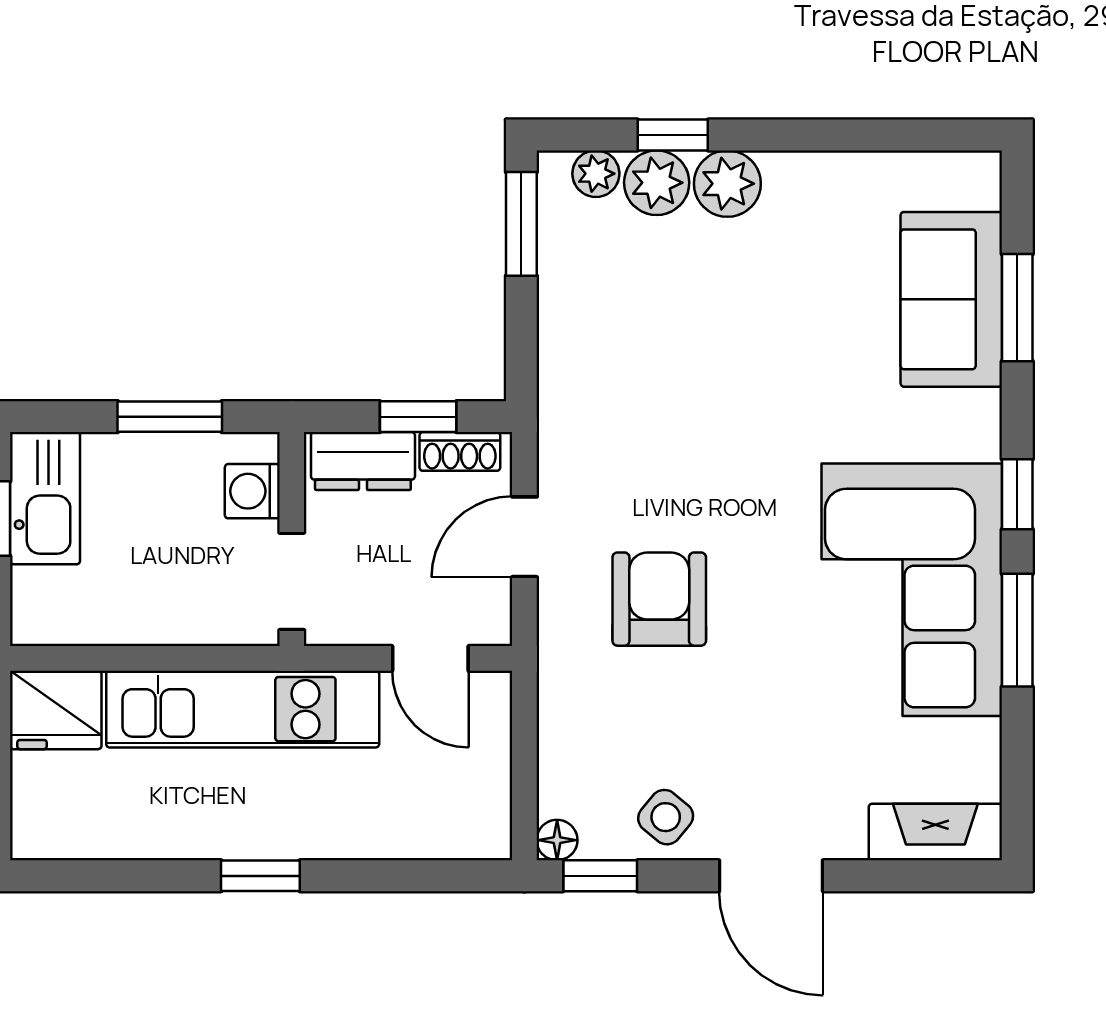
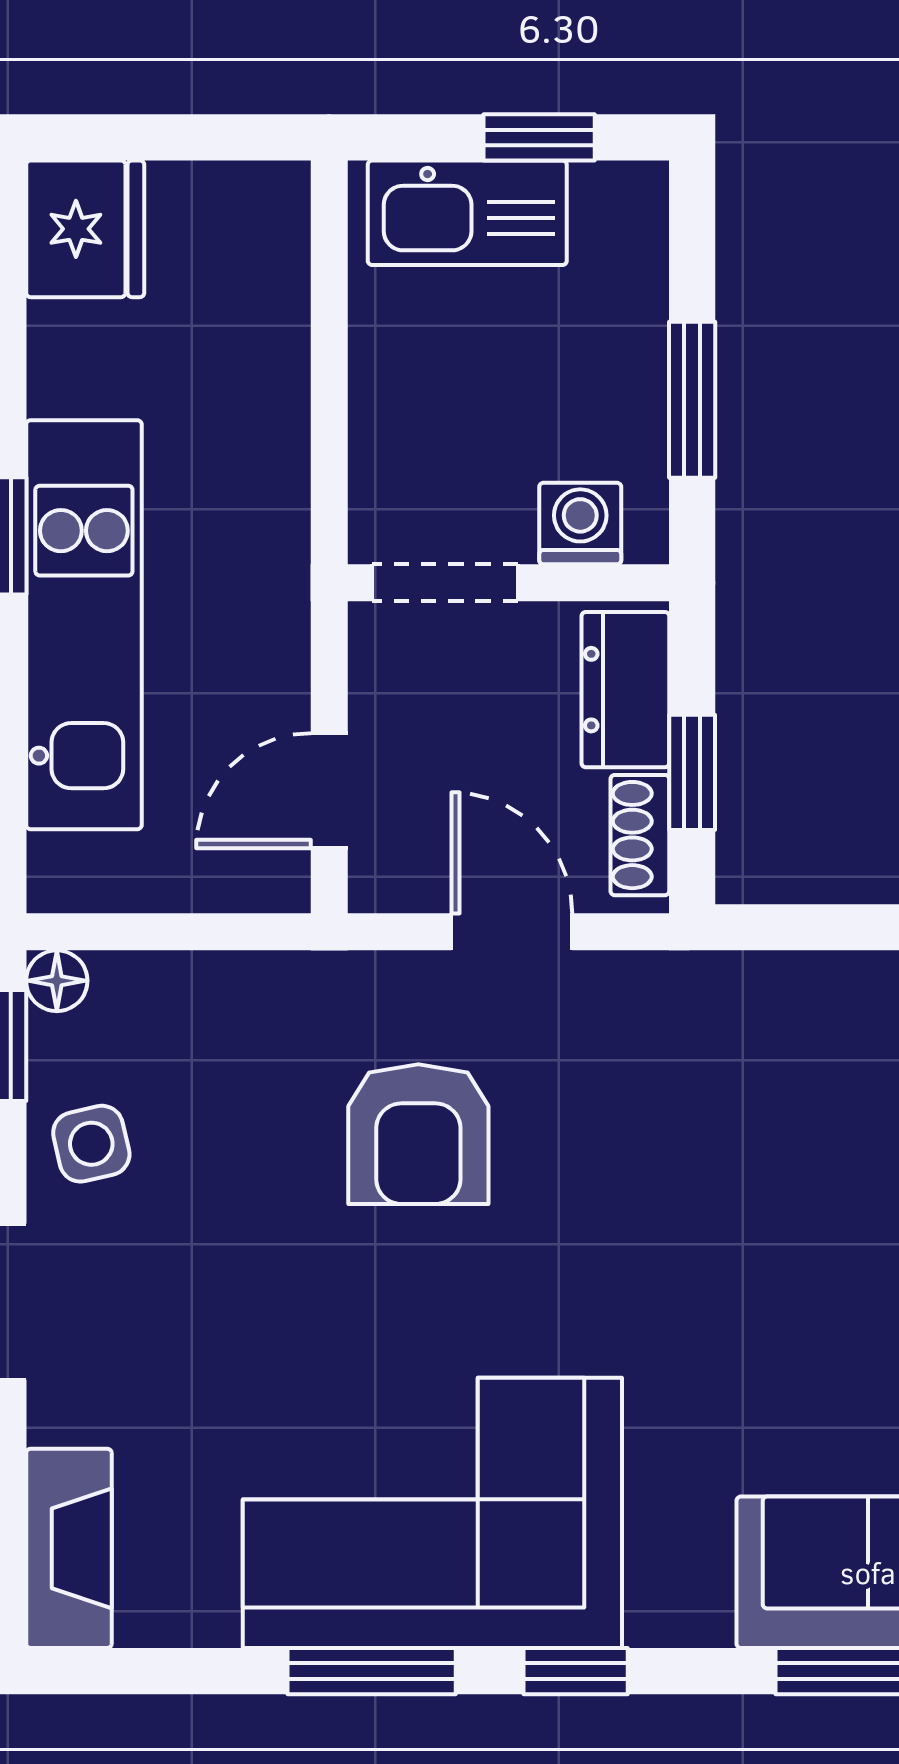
kitchen sink: (45, 498) -> (467, 213), moved
armchair: (659, 599) -> (418, 1134), turned 90
kitchen unit: (243, 709) -> (84, 625), moved, turned 180
fridge: (56, 710) -> (85, 229), moved, turned 180
side table: (666, 817) -> (91, 1144), turned 38

